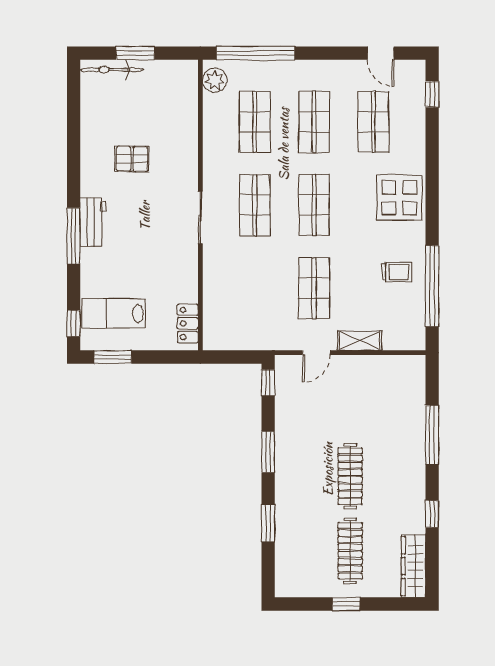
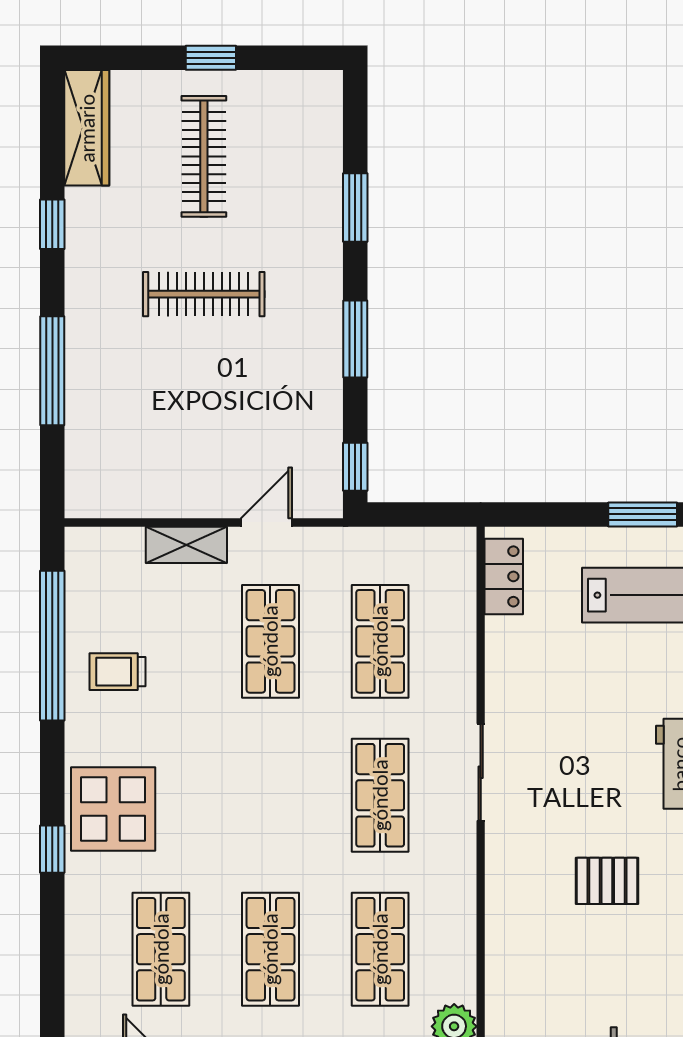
window: (432, 94) -> (52, 849), moved
shop shelf: (314, 205) -> (380, 641), moved
clothes rail: (350, 476) -> (204, 294), turned 90

